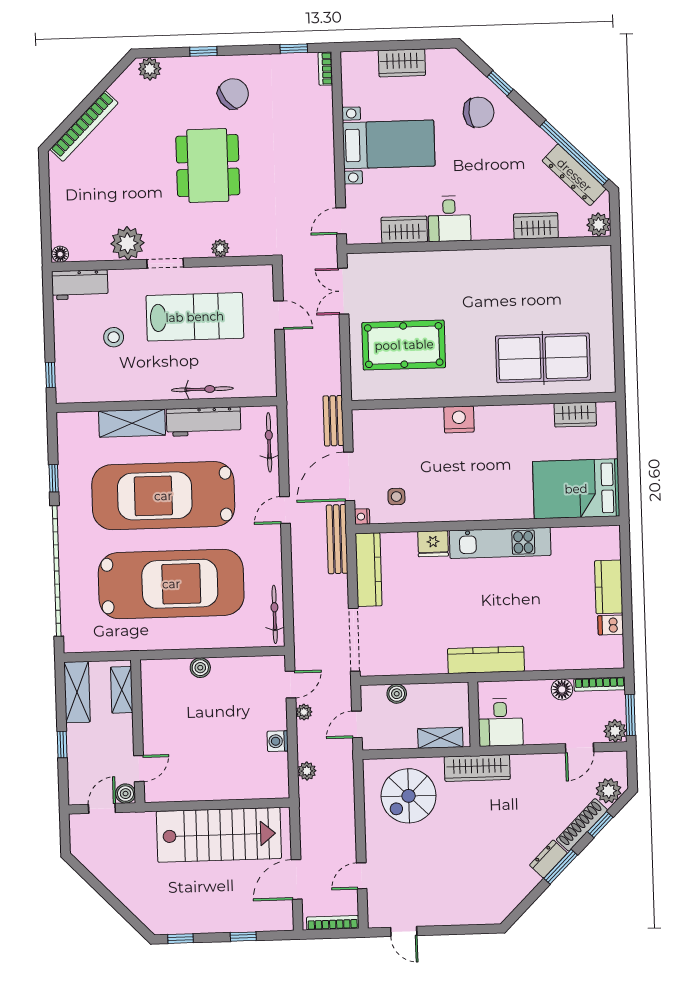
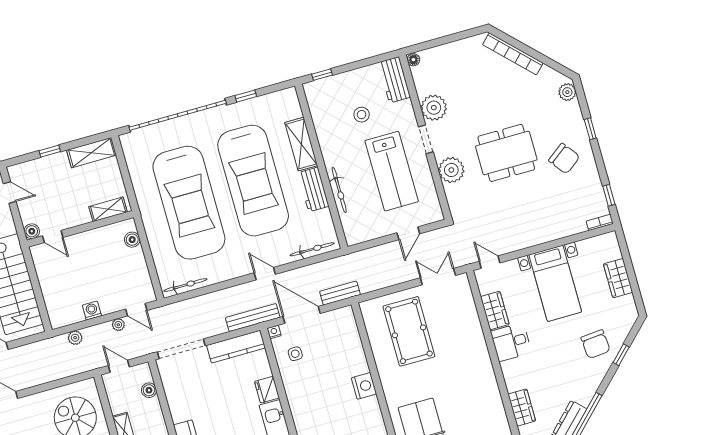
plant: (220, 248) -> (451, 170), width x1.88, depth x1.88
workbench: (204, 422) -> (313, 189), width x0.73
car: (163, 496) -> (253, 181), turned 180
shelving: (122, 690) -> (108, 209), moved
wall: (138, 731) -> (80, 229), moved
door: (139, 769) -> (53, 237), moved
boiler: (126, 794) -> (32, 231), moved

